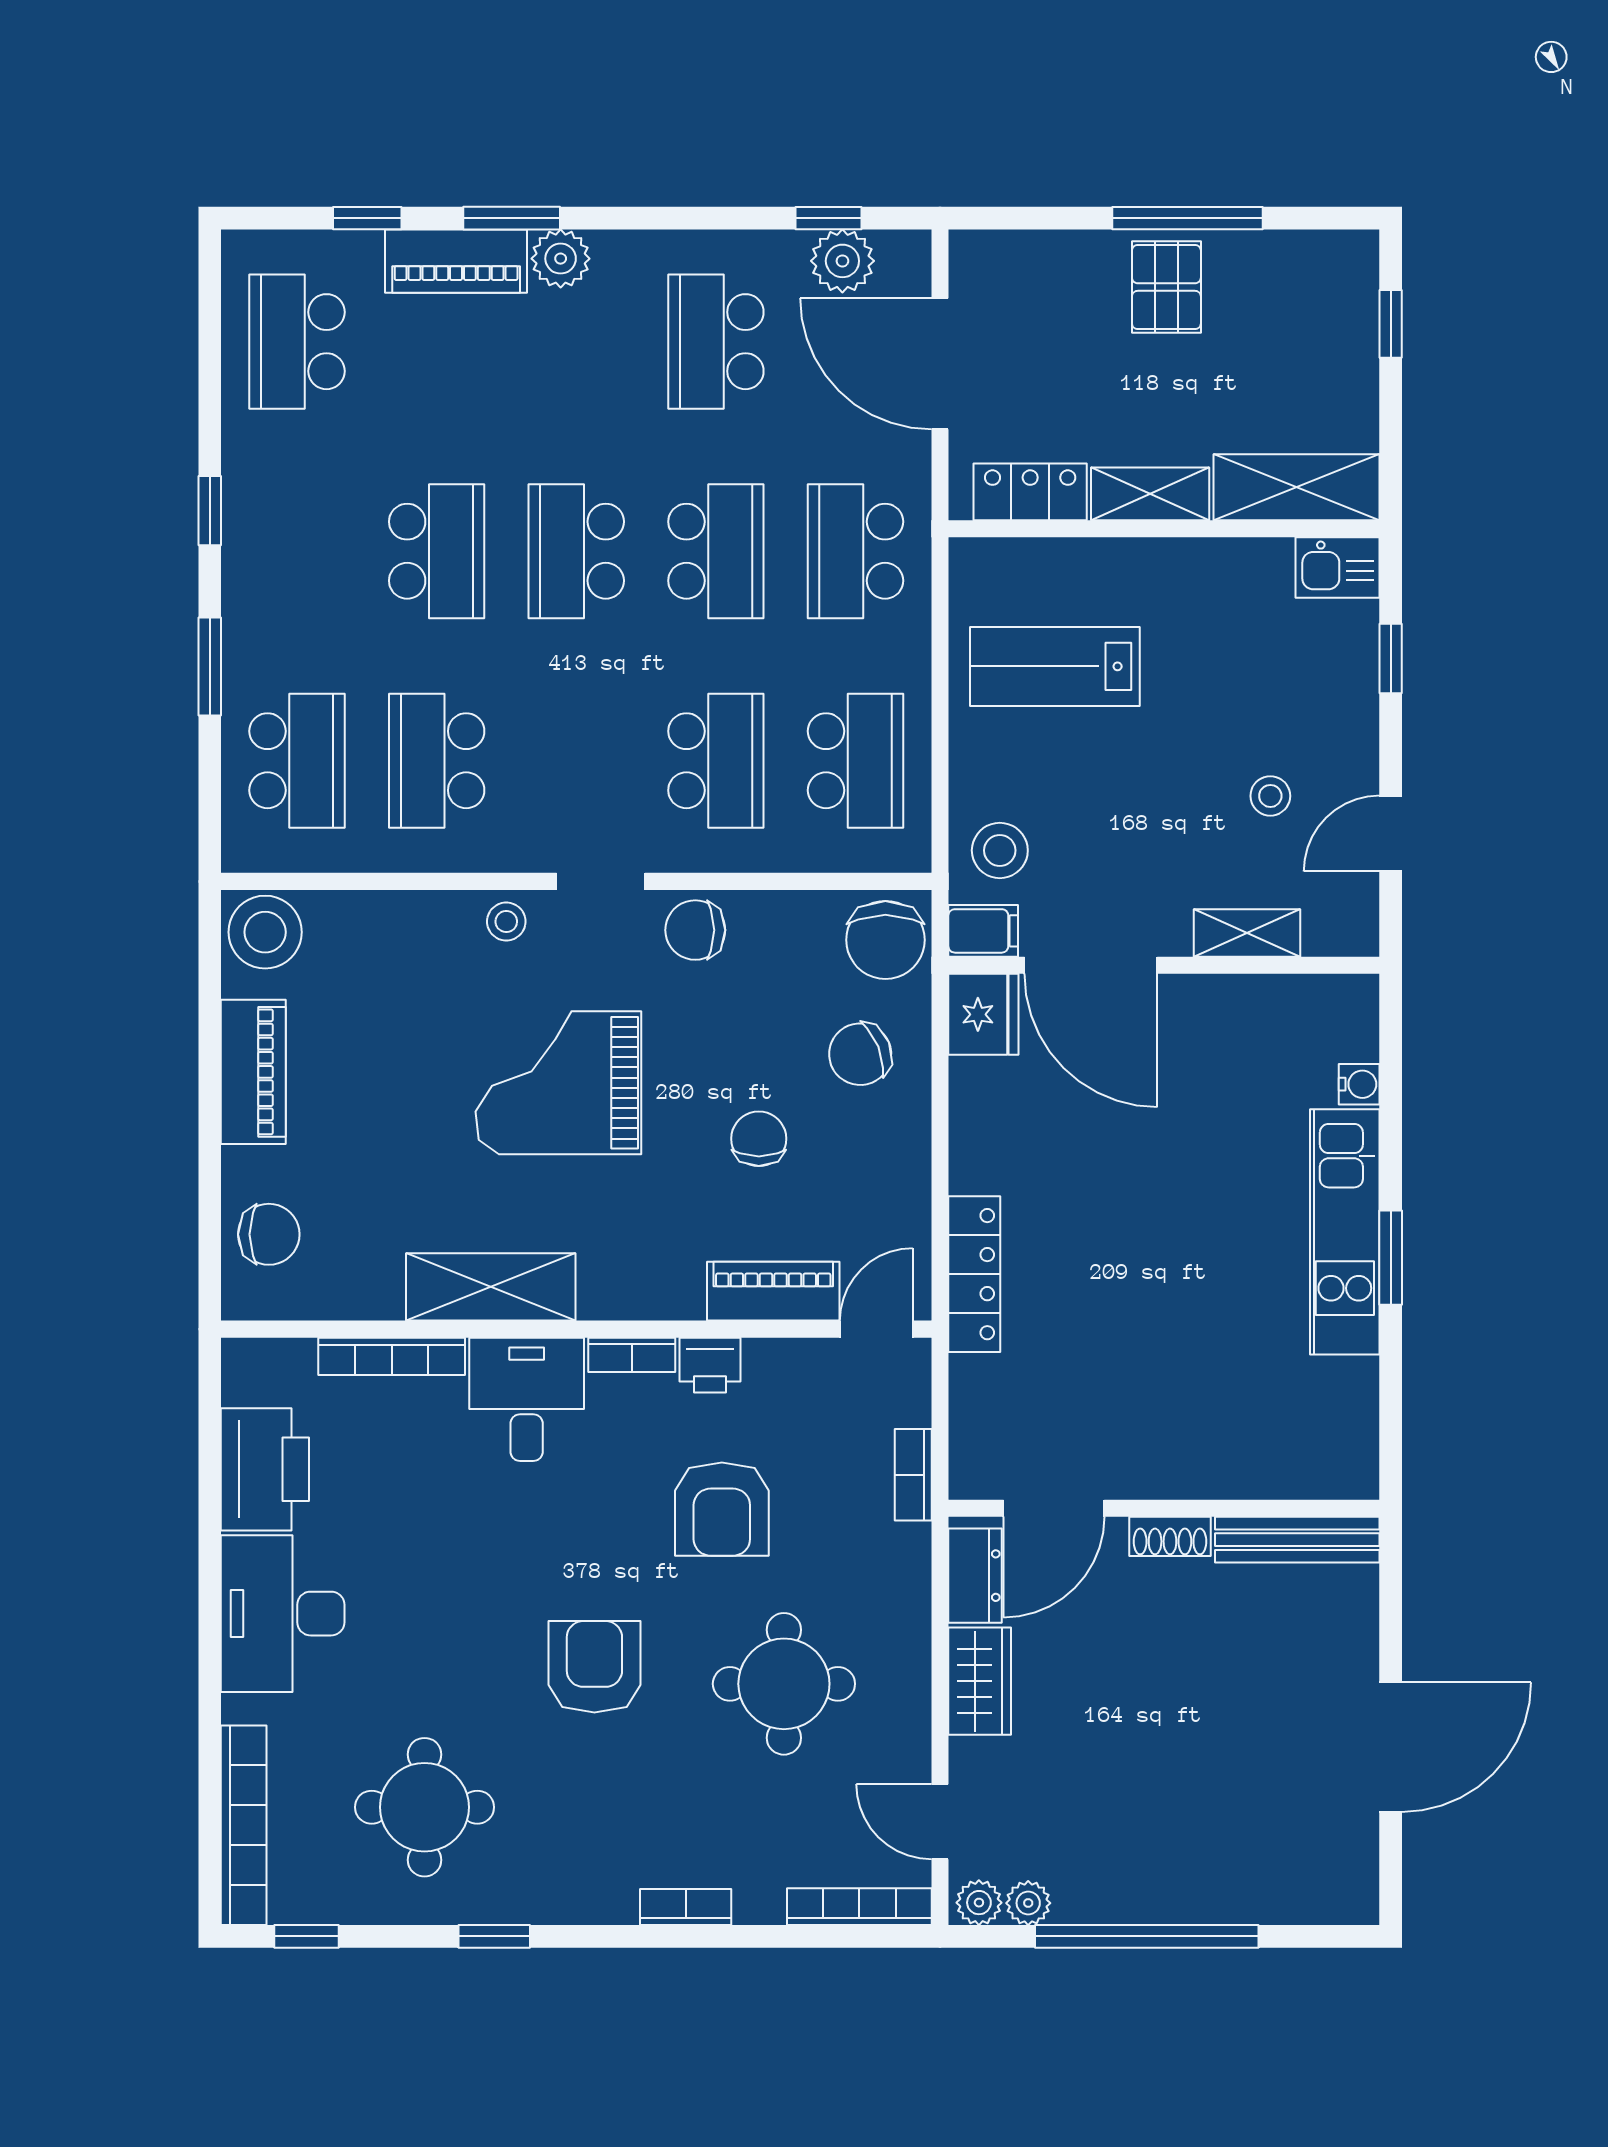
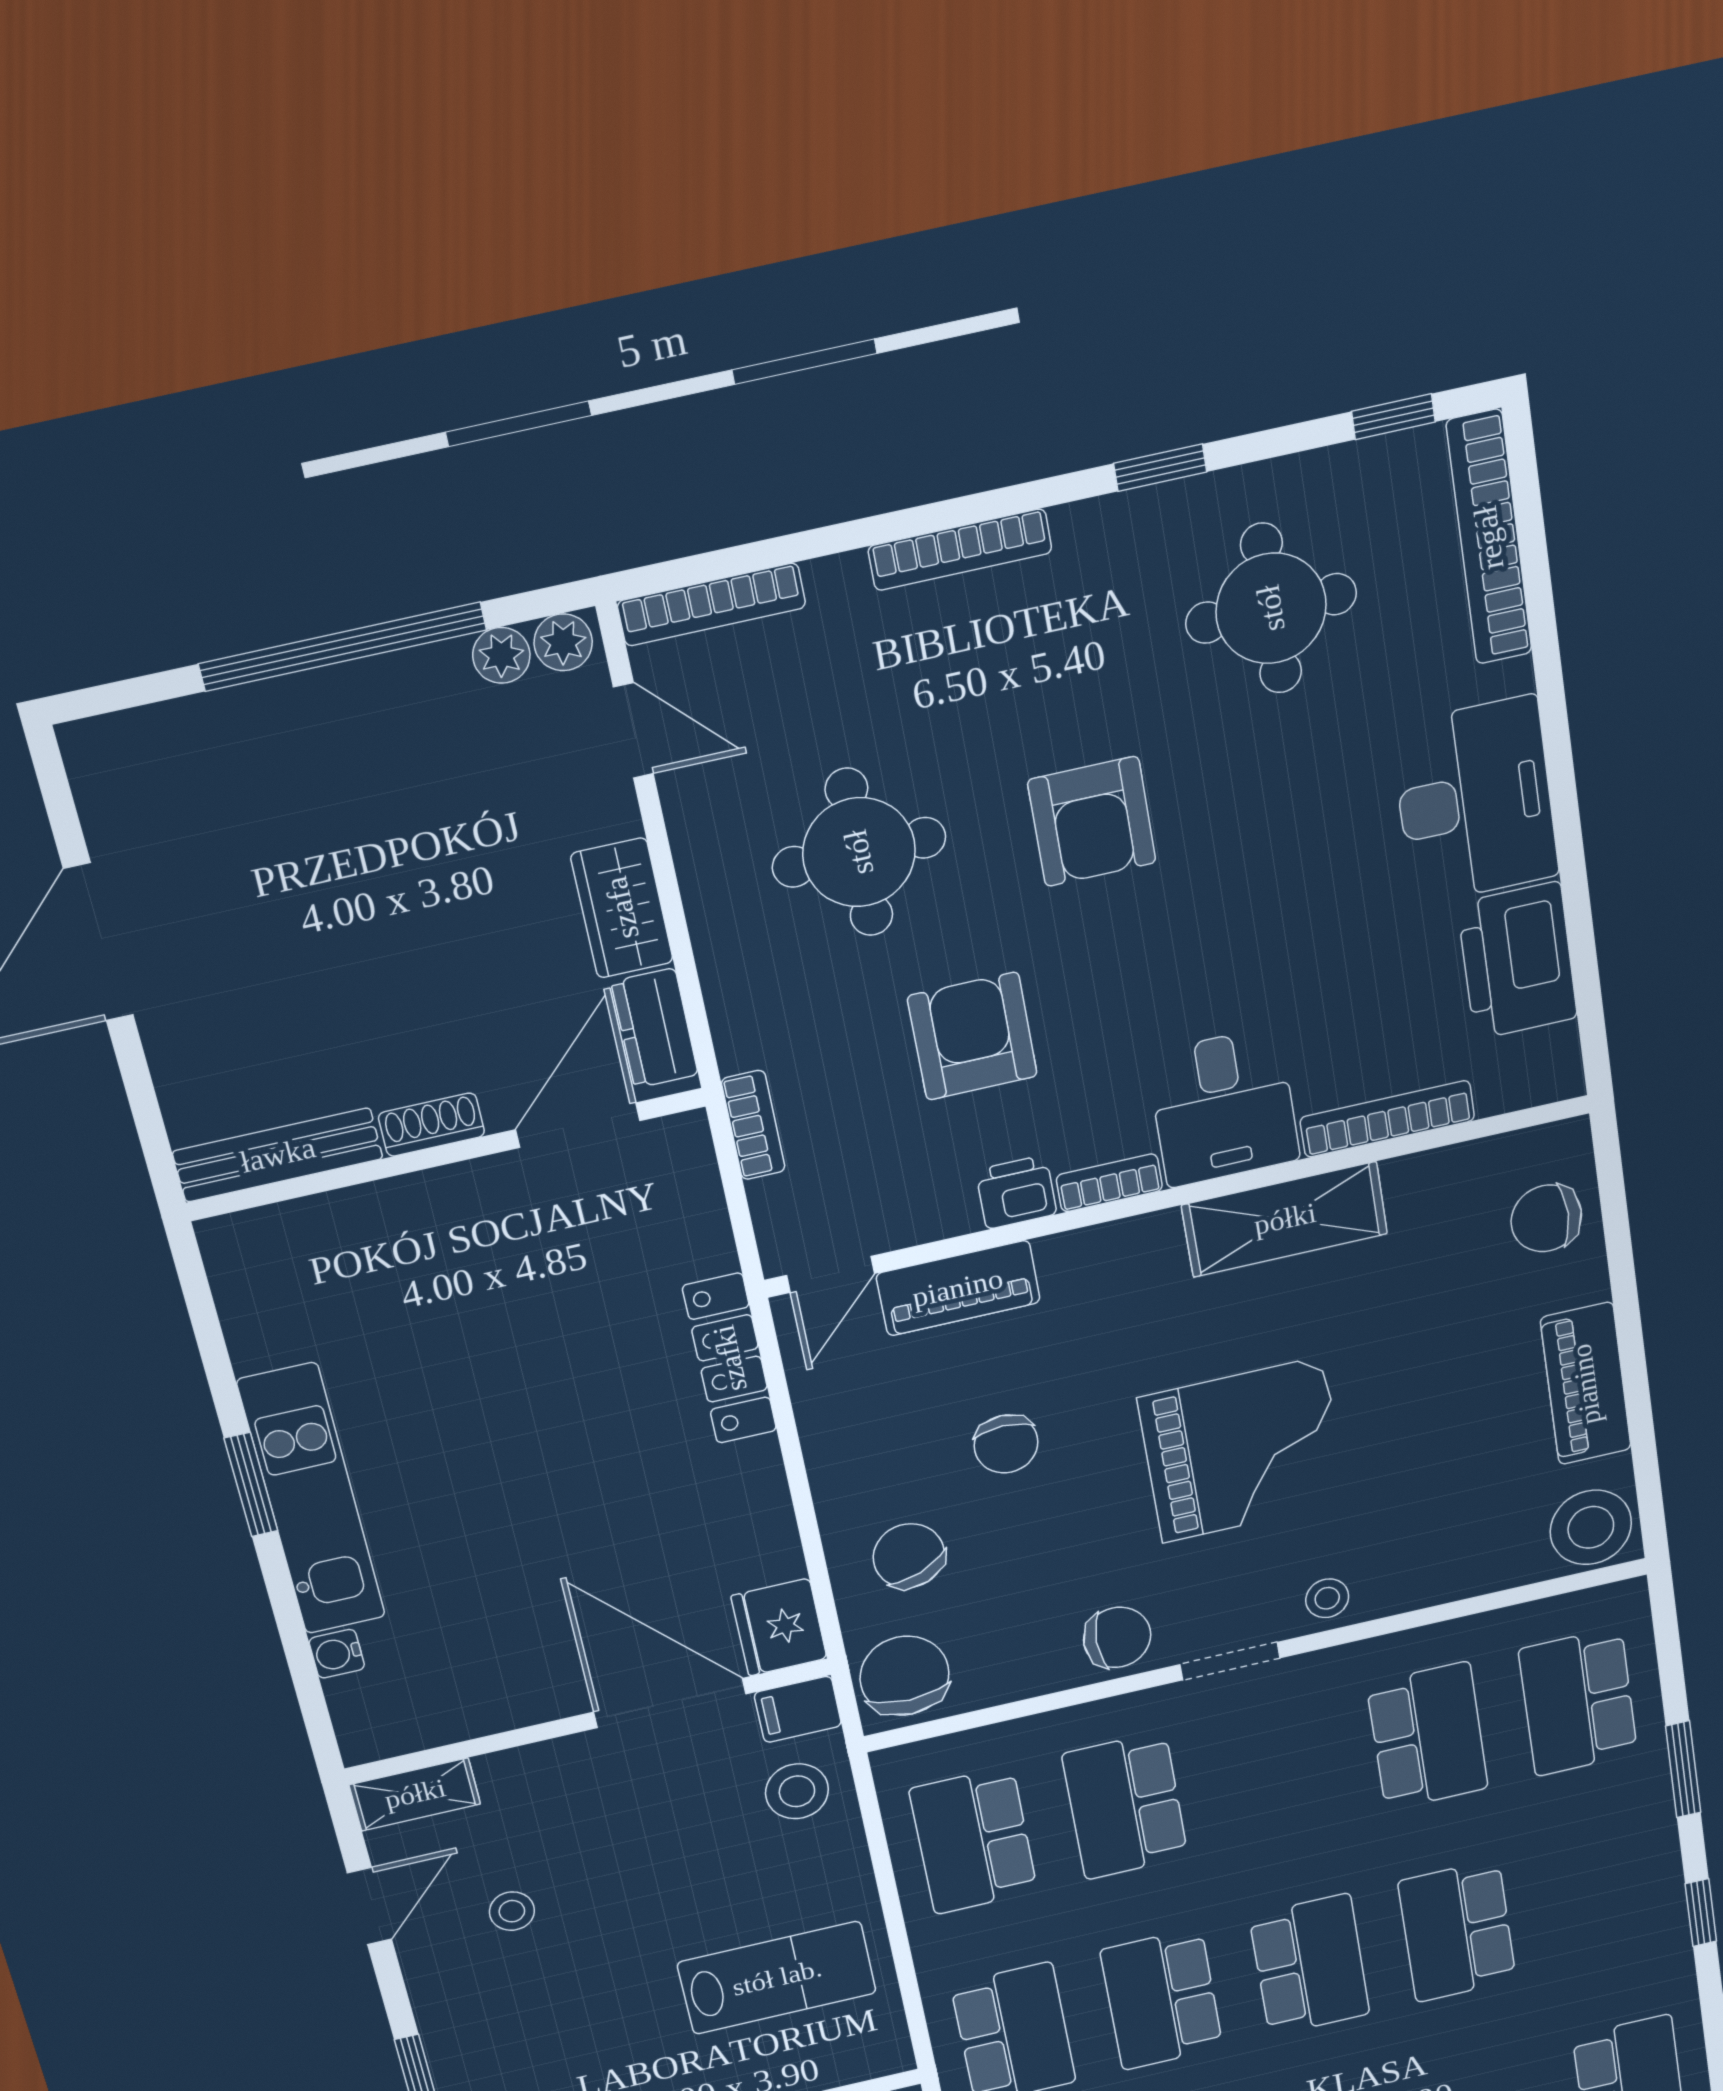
shelving: (1247, 933) -> (415, 1794), moved
chair: (860, 1054) -> (909, 1556), turned -90
bookcase: (686, 1907) -> (960, 550), width x1.56

